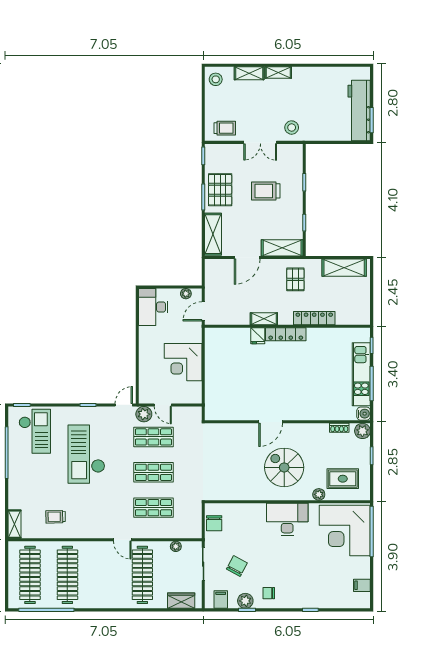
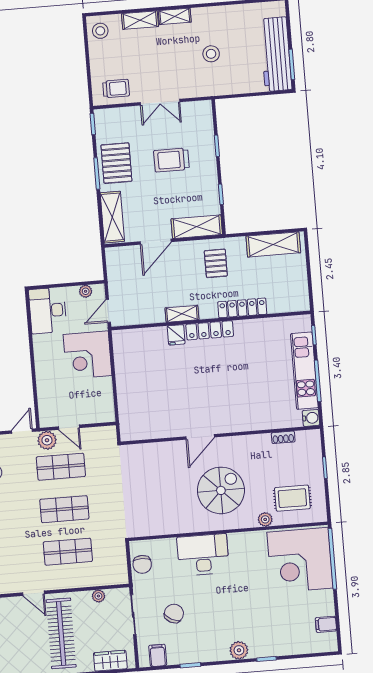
stool: (292, 128) -> (211, 54), moved
corner desk: (183, 362) -> (87, 355), moved
plant: (362, 431) -> (311, 439), removed
spiral stairs: (284, 467) -> (221, 490), turned 90
desk: (287, 519) -> (203, 555), moved
chair: (269, 593) -> (215, 643), removed
plant: (245, 601) -> (239, 650), moved

